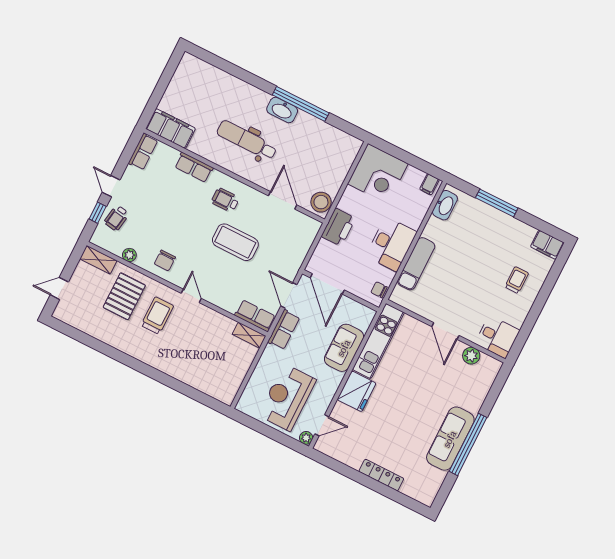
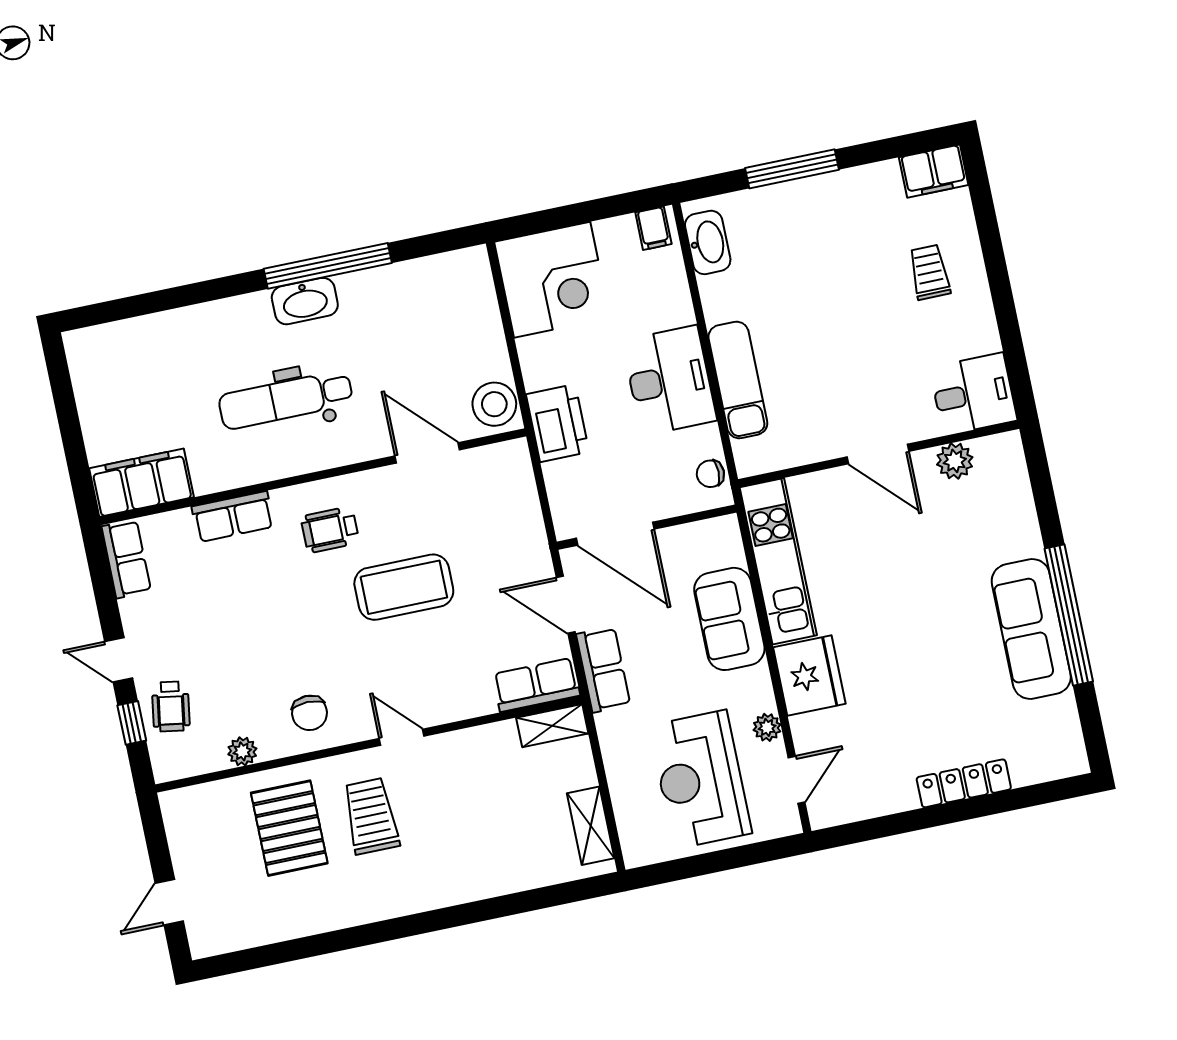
shelving: (98, 260) -> (591, 826), moved, turned 90
plant: (306, 438) -> (767, 727), moved

